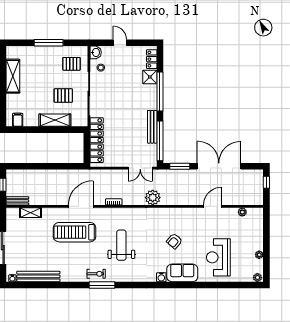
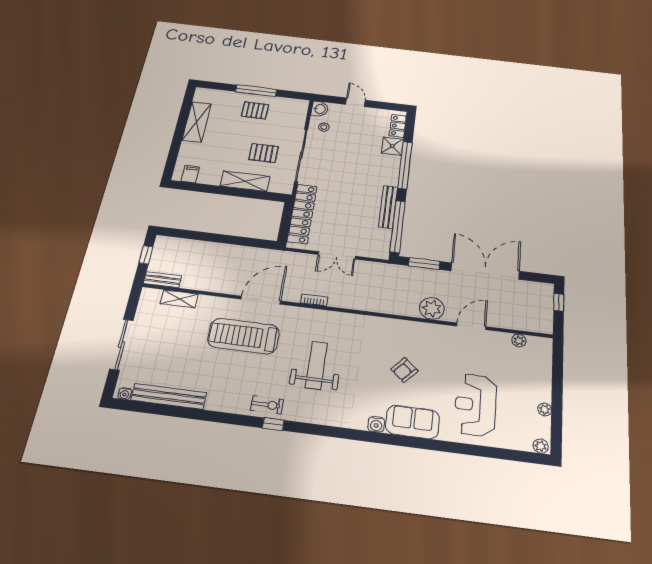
pallet: (71, 64) -> (255, 110), moved
double door: (140, 168) -> (337, 255), moved
plant: (153, 198) -> (432, 308), moved
window: (102, 285) -> (273, 424), width x0.46

